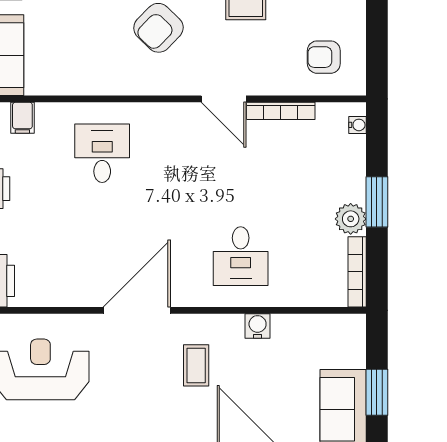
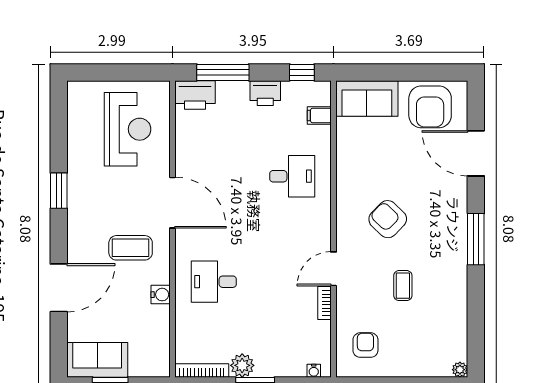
bookcase: (281, 111) -> (324, 303), width x0.64
coffee table: (196, 365) -> (131, 248), width x1.36, depth x1.30

